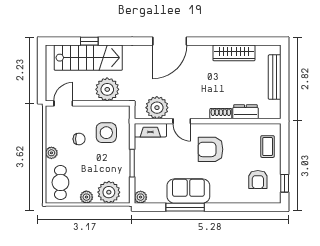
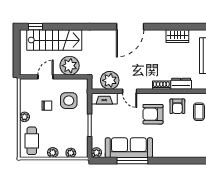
window: (89, 41) -> (36, 27), moved
door: (170, 41) -> (130, 27), moved
wardrobe: (234, 53) -> (177, 36), width x0.67
door: (63, 103) -> (46, 77), moved
armchair: (258, 179) -> (177, 106), moved
sofa: (188, 191) -> (129, 148), width x1.36
plant: (109, 192) -> (71, 153), width x0.53, depth x0.53

